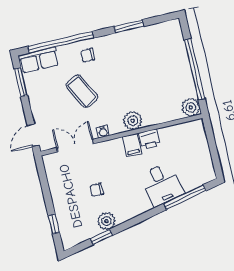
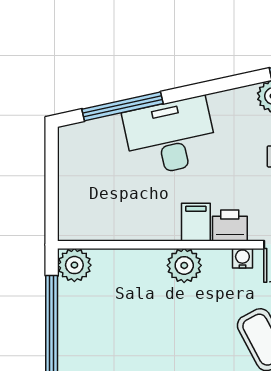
printer: (149, 139) -> (230, 225), moved
desk: (162, 184) -> (170, 137), width x1.37

